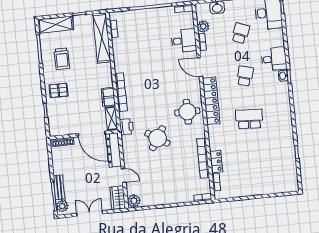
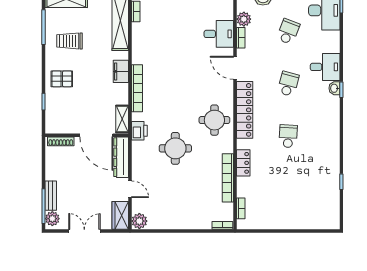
trolley: (62, 59) -> (70, 41), turned 90
filing cabinet: (108, 97) -> (121, 71), moved
school desk: (249, 119) -> (288, 136), width x0.54
round table: (157, 138) -> (175, 148), turned -32
locker: (216, 162) -> (243, 163), moved

